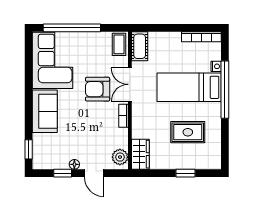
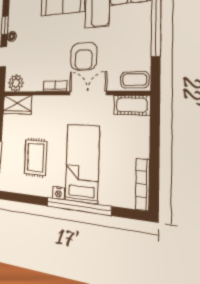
nightstand: (216, 66) -> (59, 193), moved
armchair: (98, 89) -> (84, 56), turned 180

